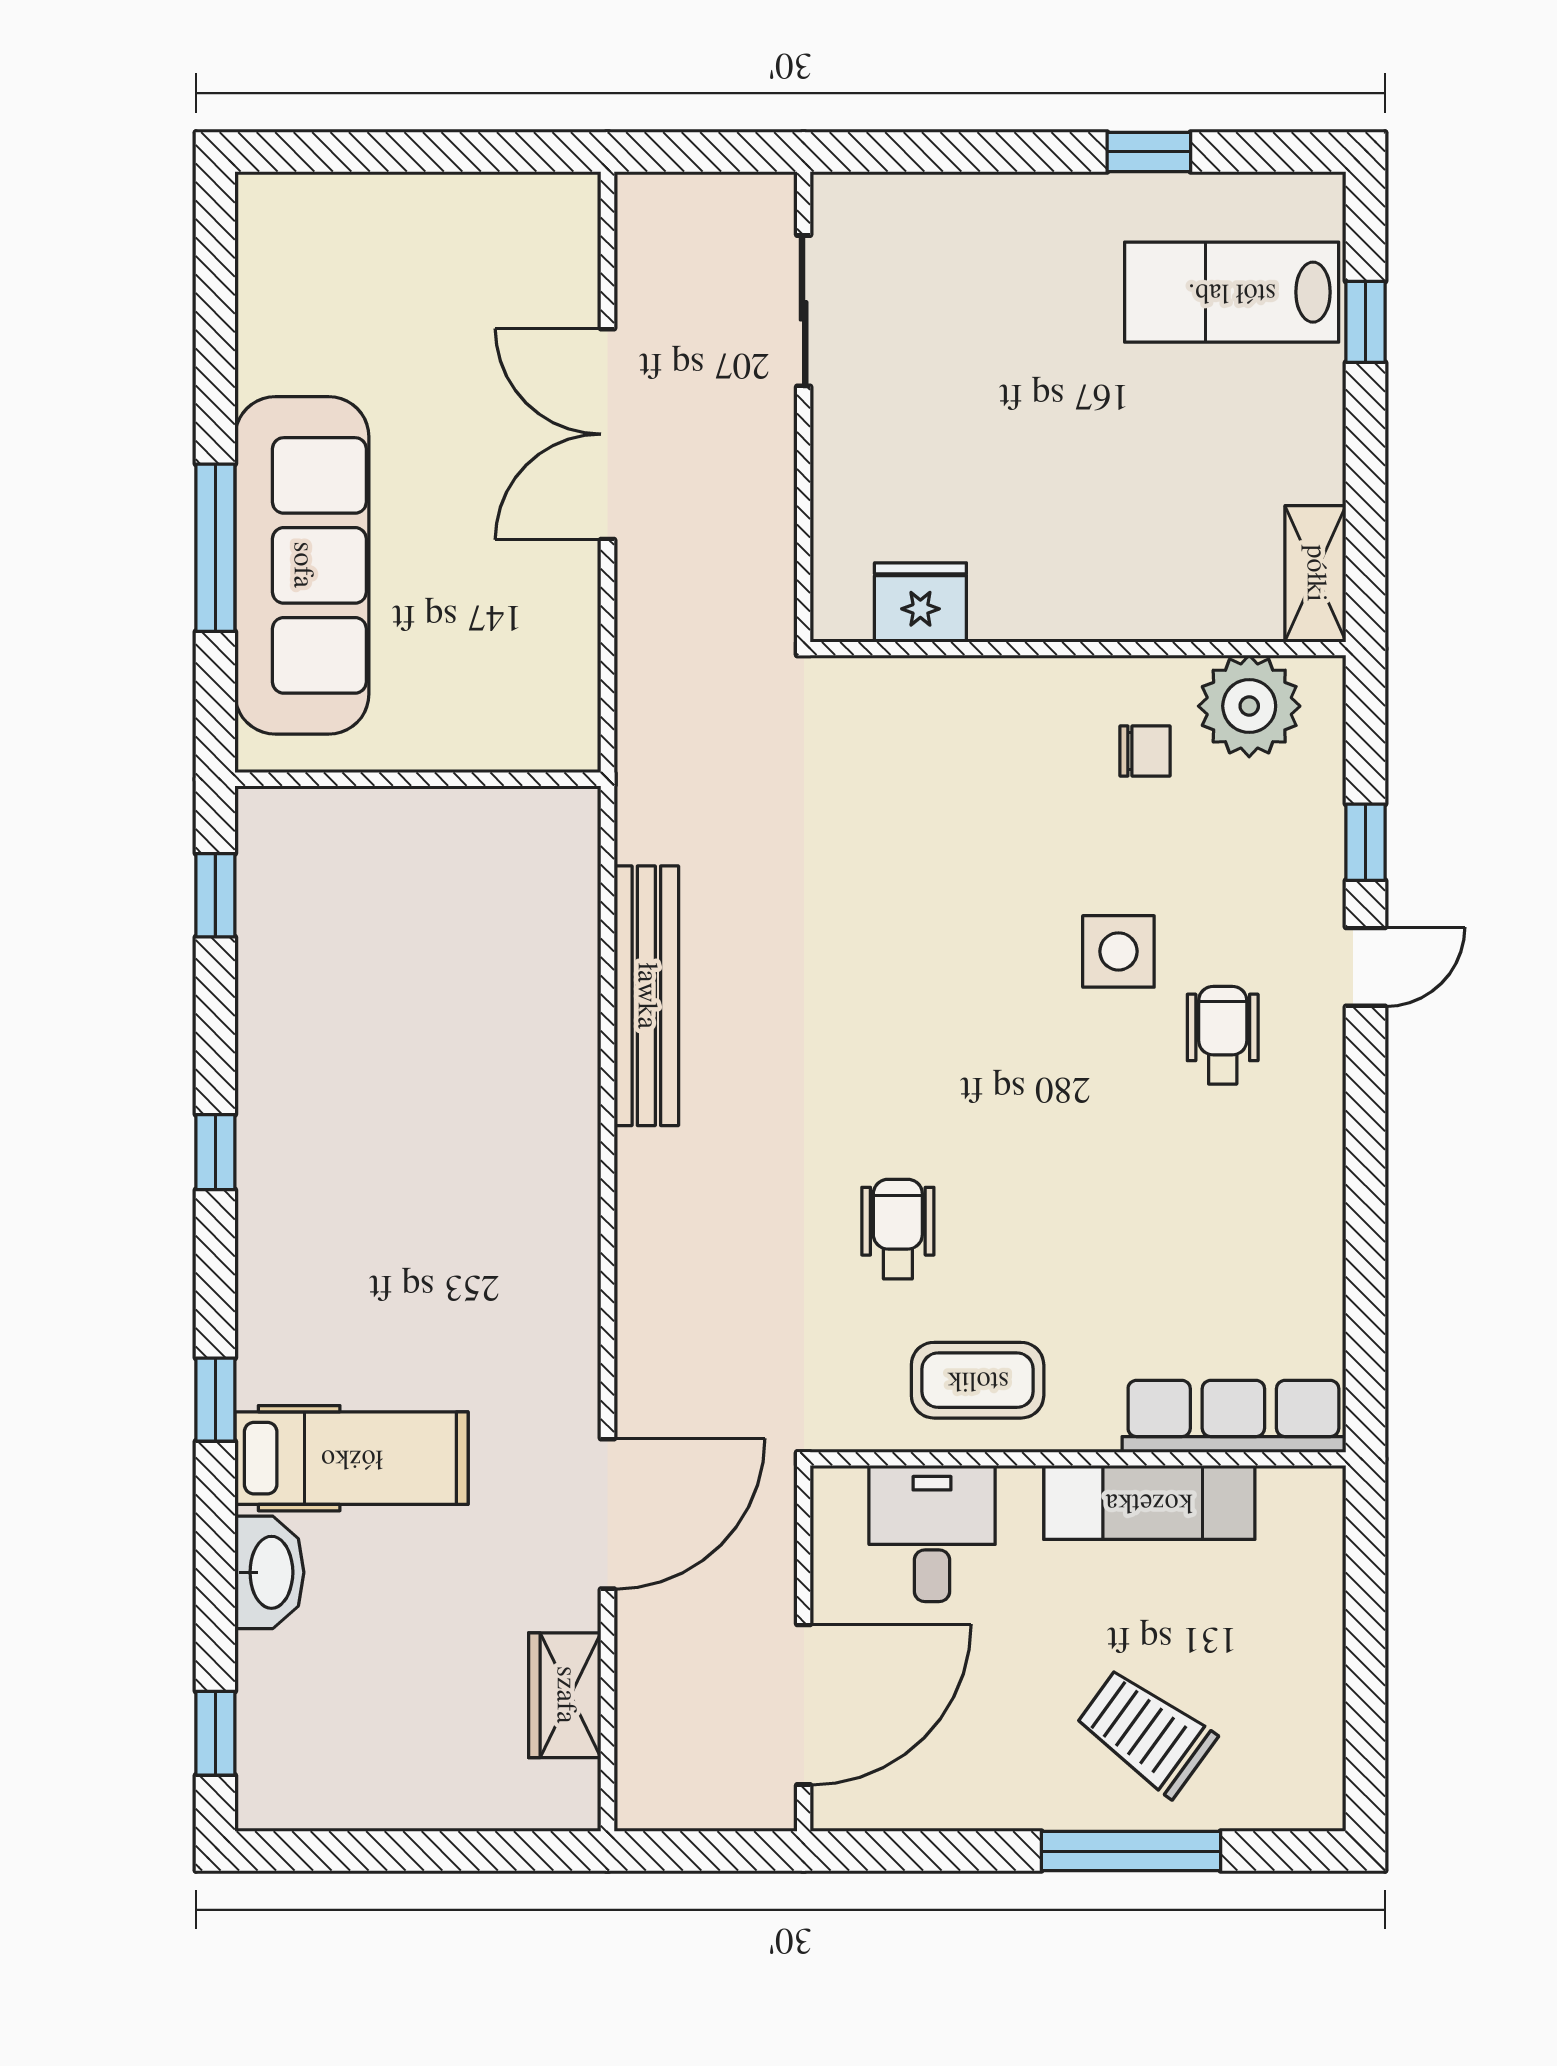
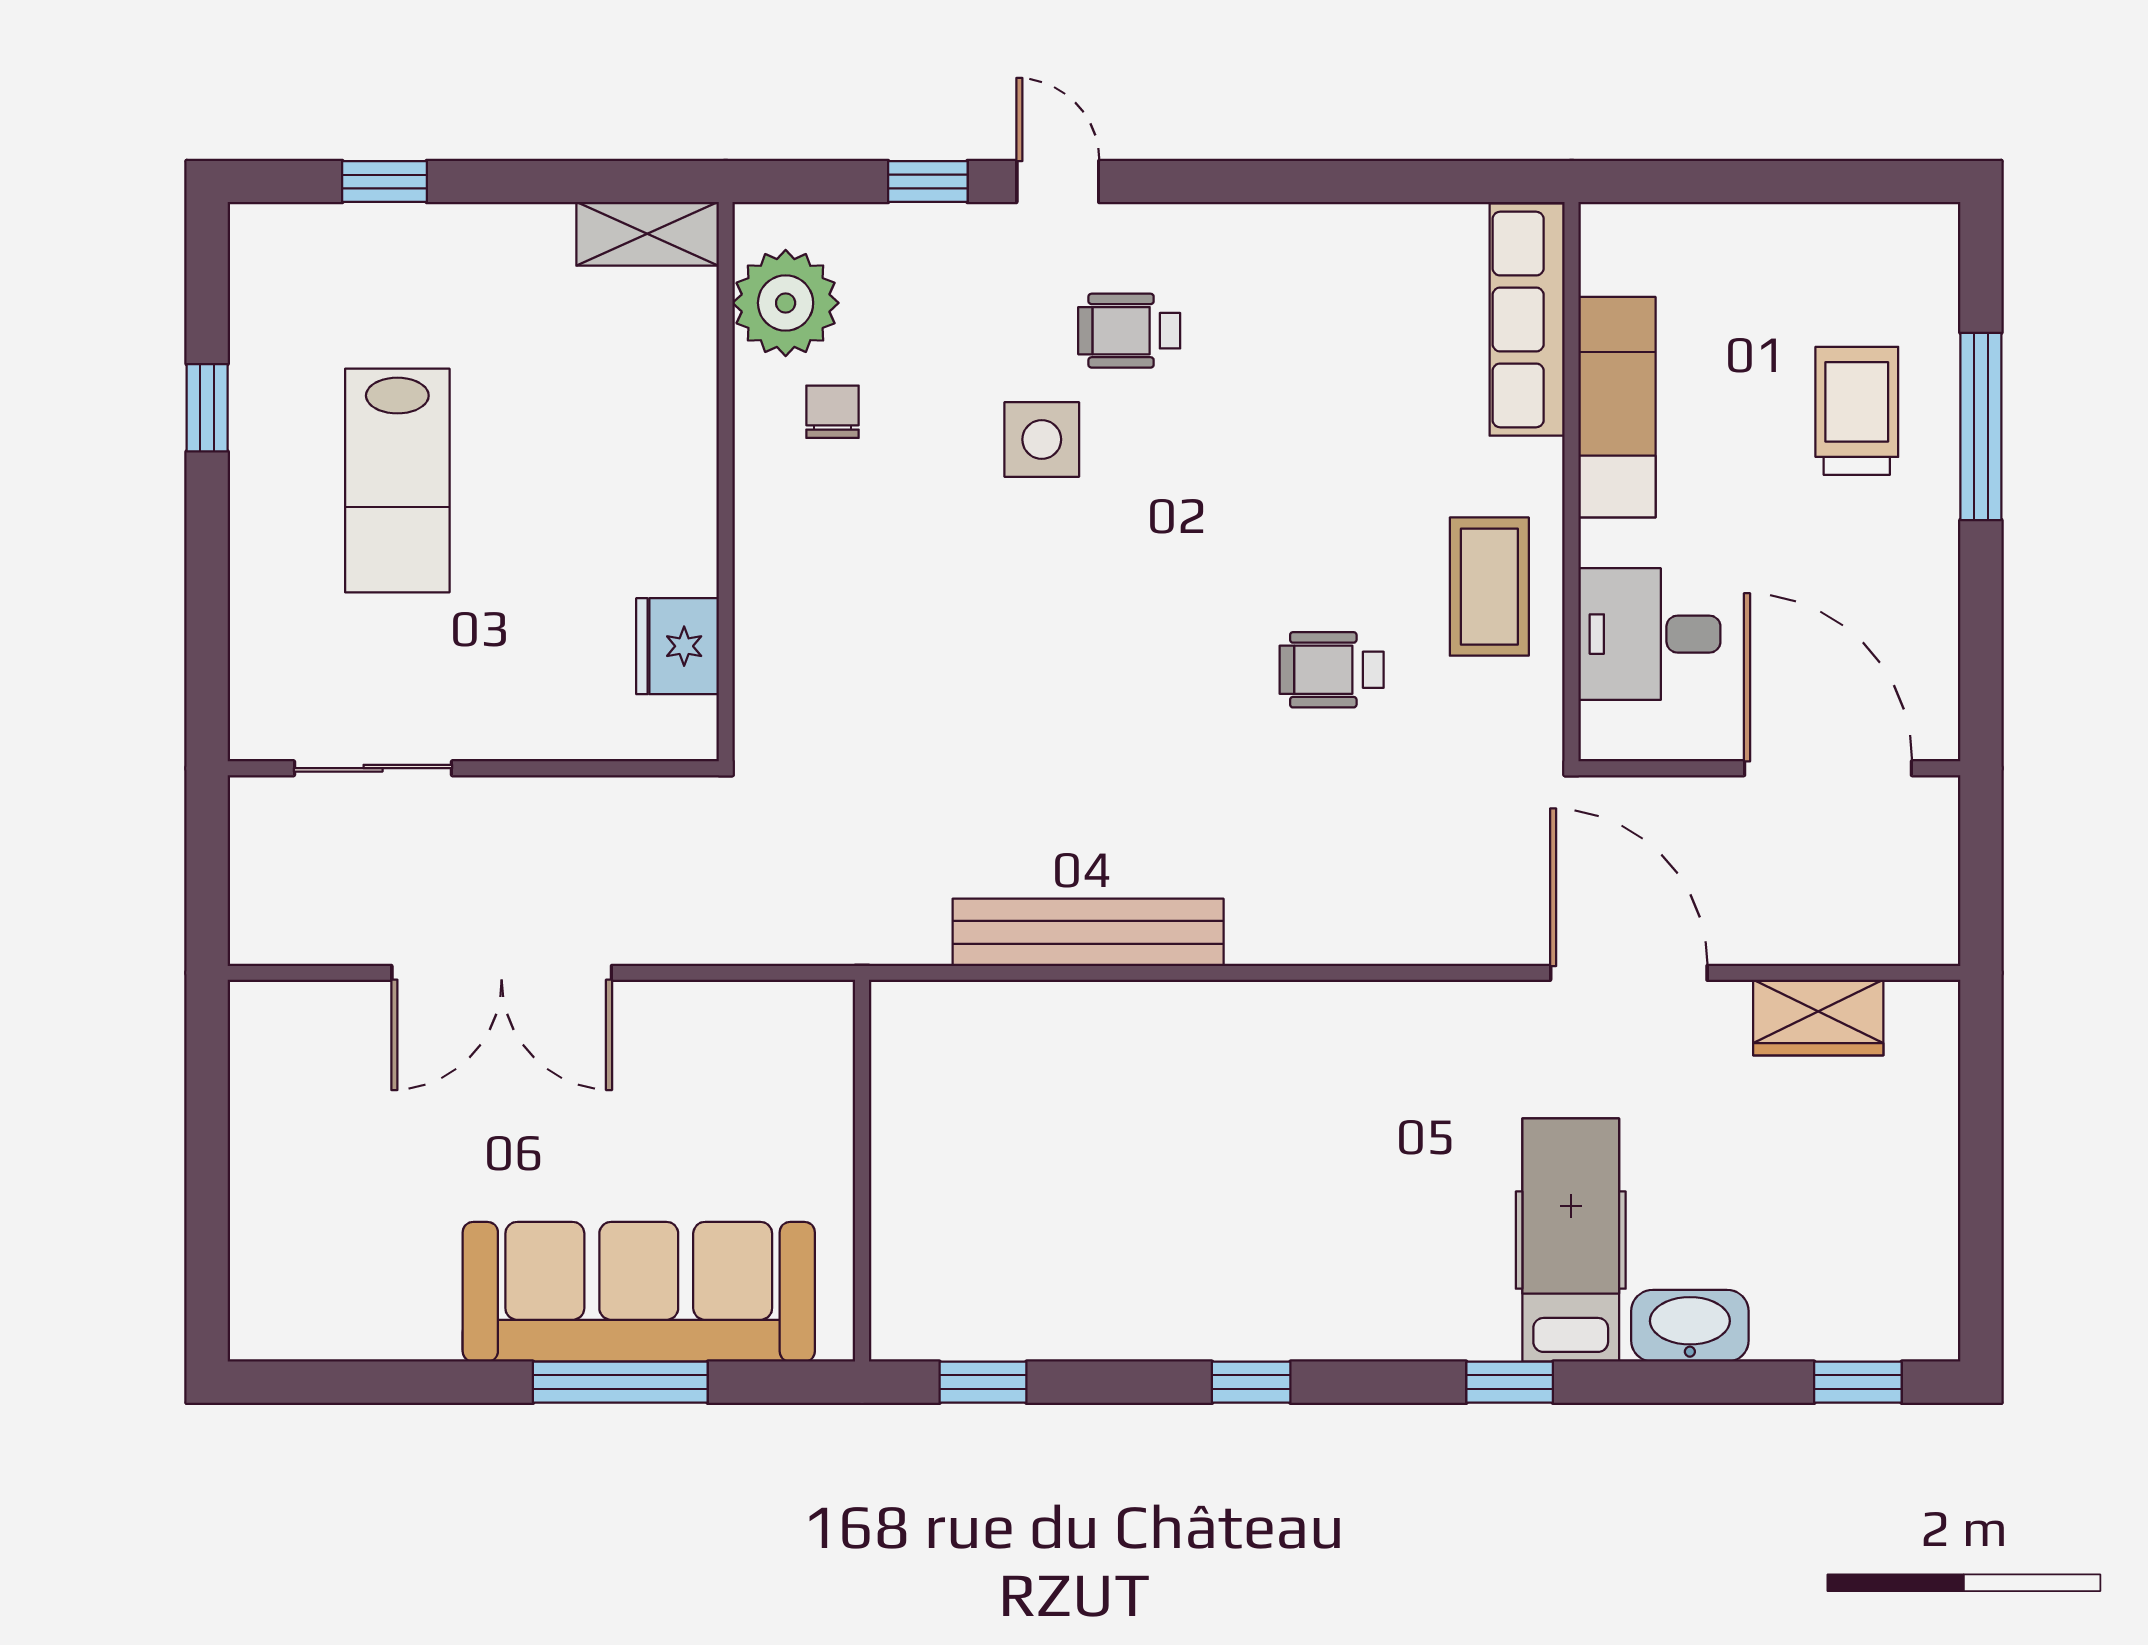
lab bench: (1232, 292) -> (397, 480), moved
trolley: (1146, 1732) -> (1857, 411), turned 144

